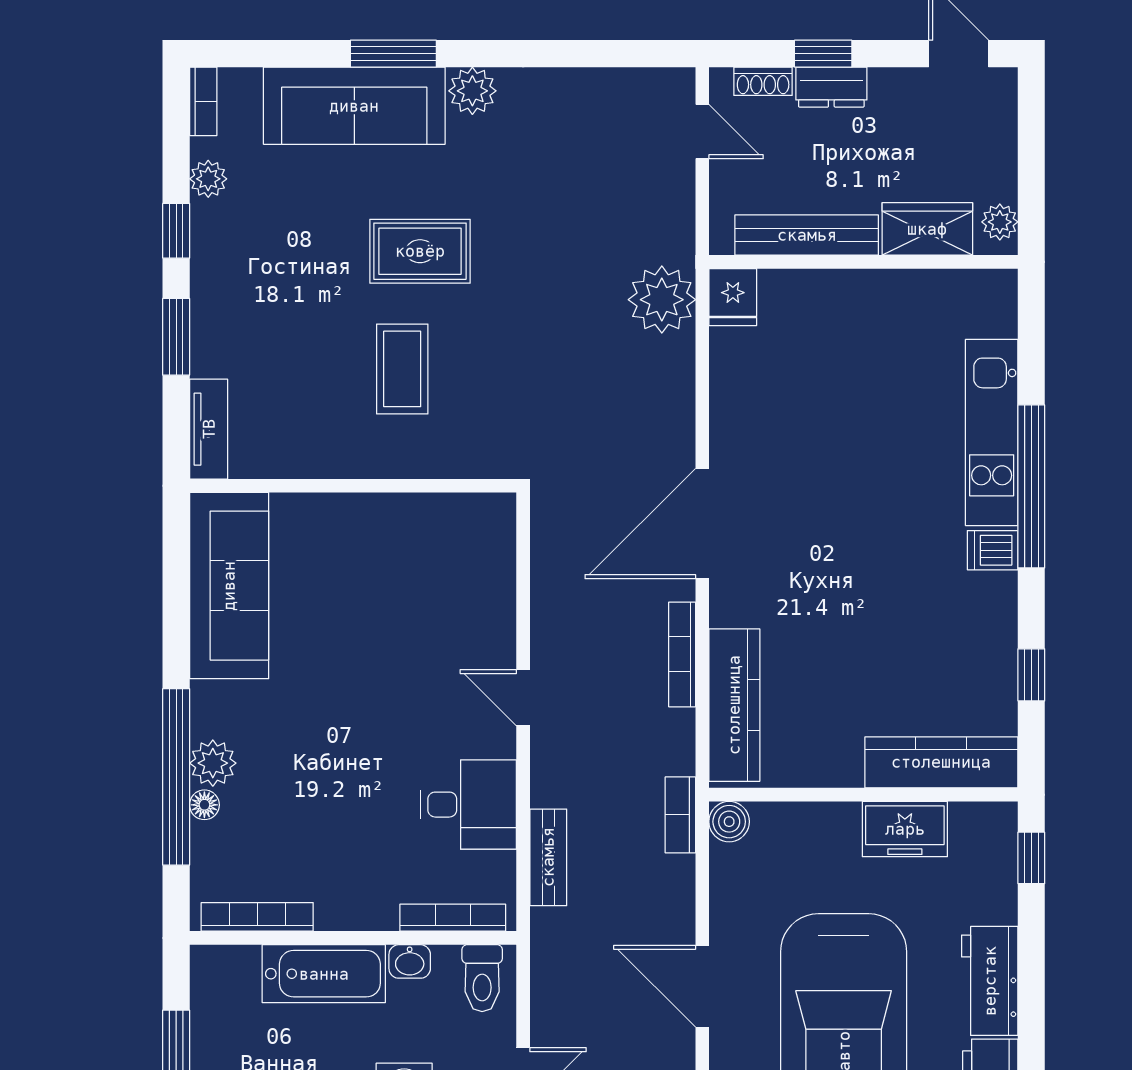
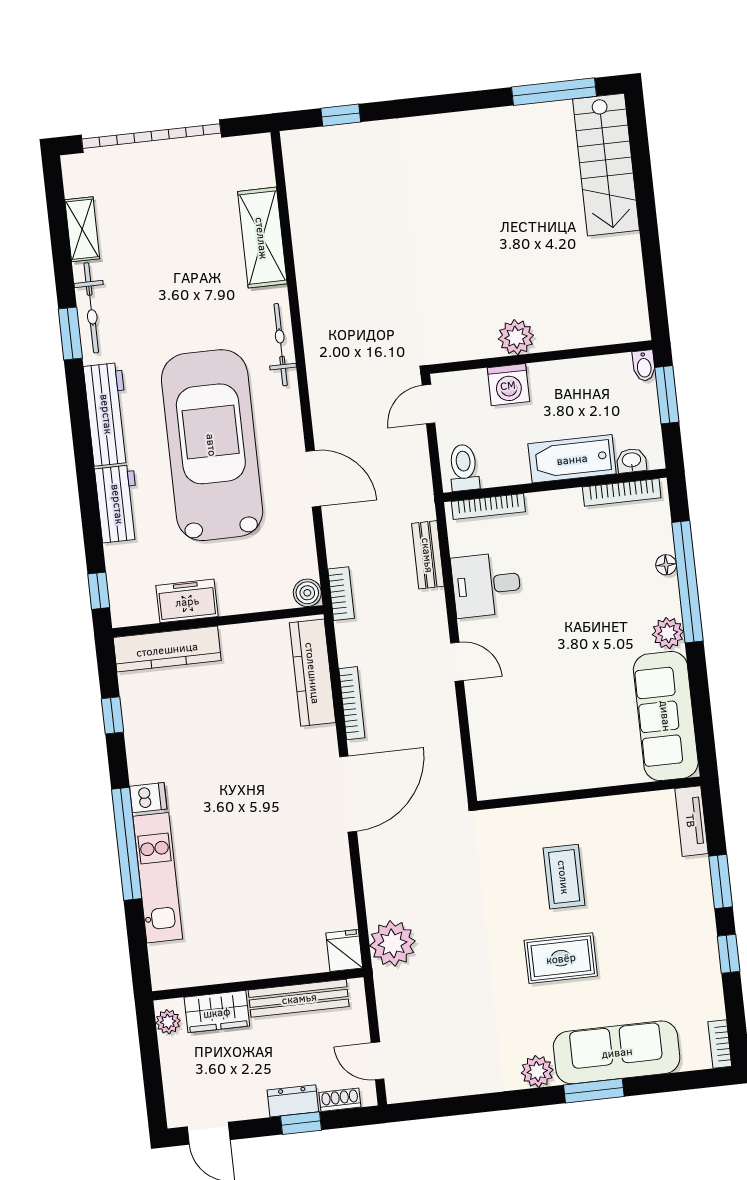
plant: (208, 179) -> (711, 992), removed
plant: (213, 763) -> (668, 633), moved
washbasin: (410, 961) -> (632, 461), moved

